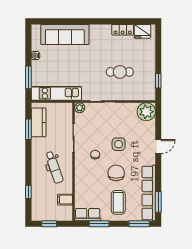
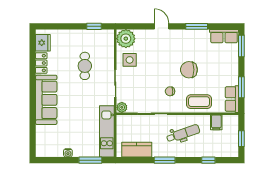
sofa: (65, 34) -> (46, 100), moved
window: (28, 129) -> (165, 160), moved
side table: (119, 144) -> (130, 60), moved
row of seats: (149, 193) -> (224, 36), width x0.50
coffee table: (118, 202) -> (199, 102), moved
window: (158, 202) -> (197, 26), moved

